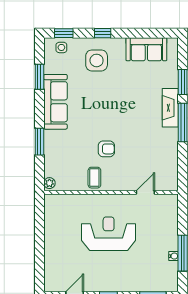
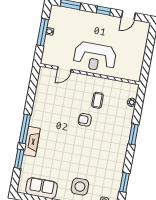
sofa: (55, 102) -> (116, 162), removed
wall: (111, 192) -> (90, 74), moved
door: (145, 192) -> (64, 69), moved

